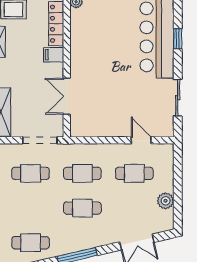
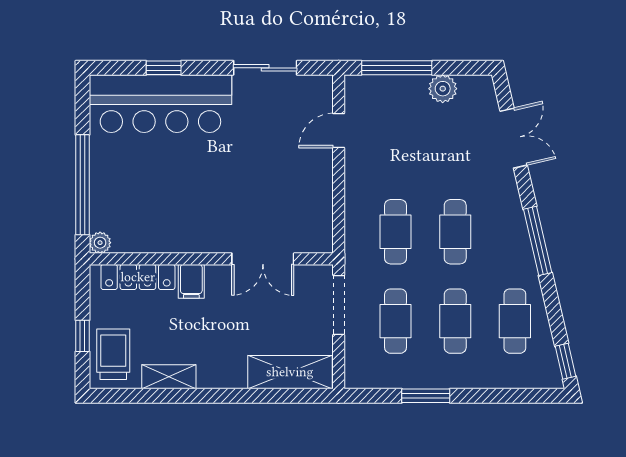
cafe table: (134, 173) -> (455, 321), moved
window: (178, 174) -> (397, 68), added

